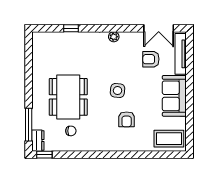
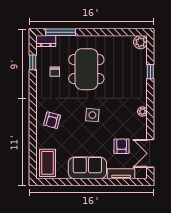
plant: (39, 39) -> (140, 42), added
tv unit: (181, 54) -> (121, 174), width x0.71
dining table: (68, 97) -> (86, 69), turned 90
armchair: (127, 119) -> (52, 120), moved, turned -75
window: (44, 155) -> (33, 62), moved

